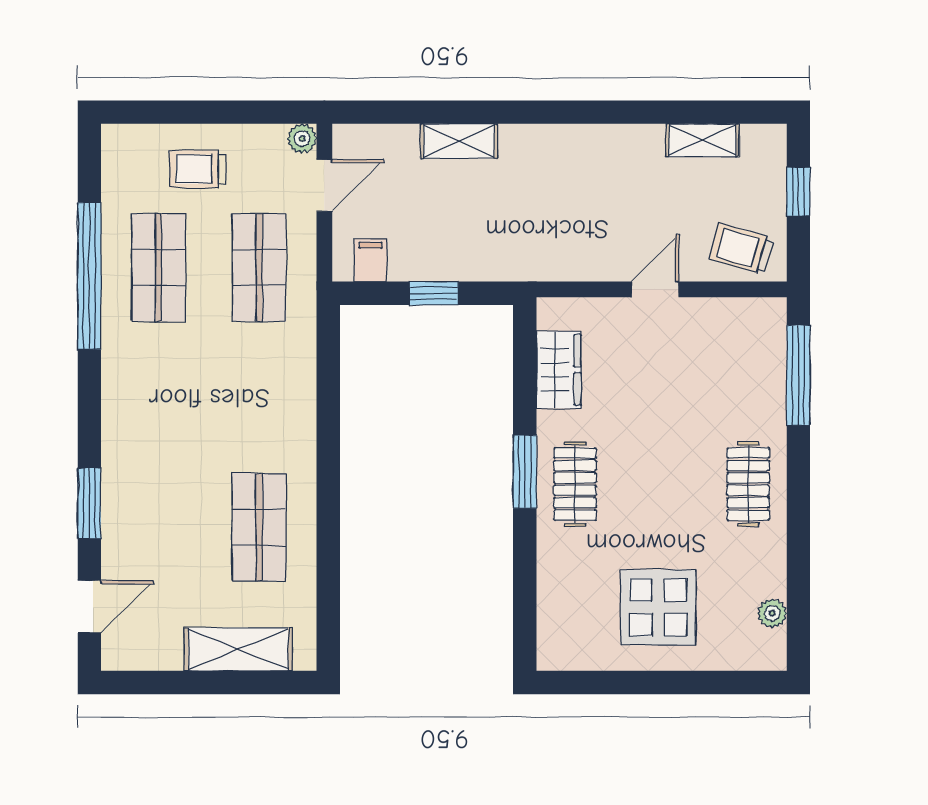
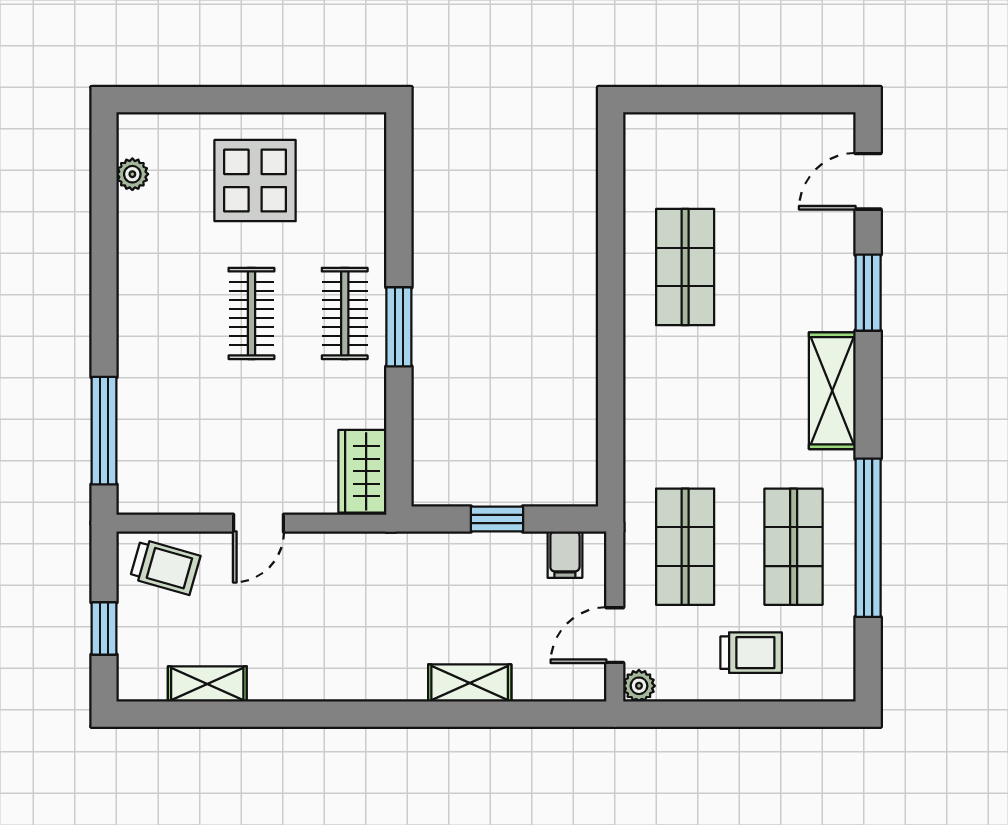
wardrobe: (559, 370) -> (362, 471), moved
clothes rail: (748, 484) -> (251, 313), moved
shelving: (238, 649) -> (832, 391), moved, turned 90

